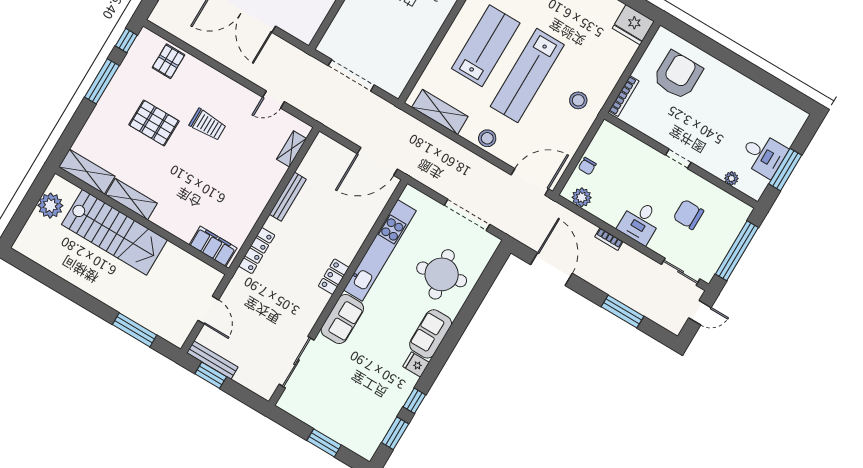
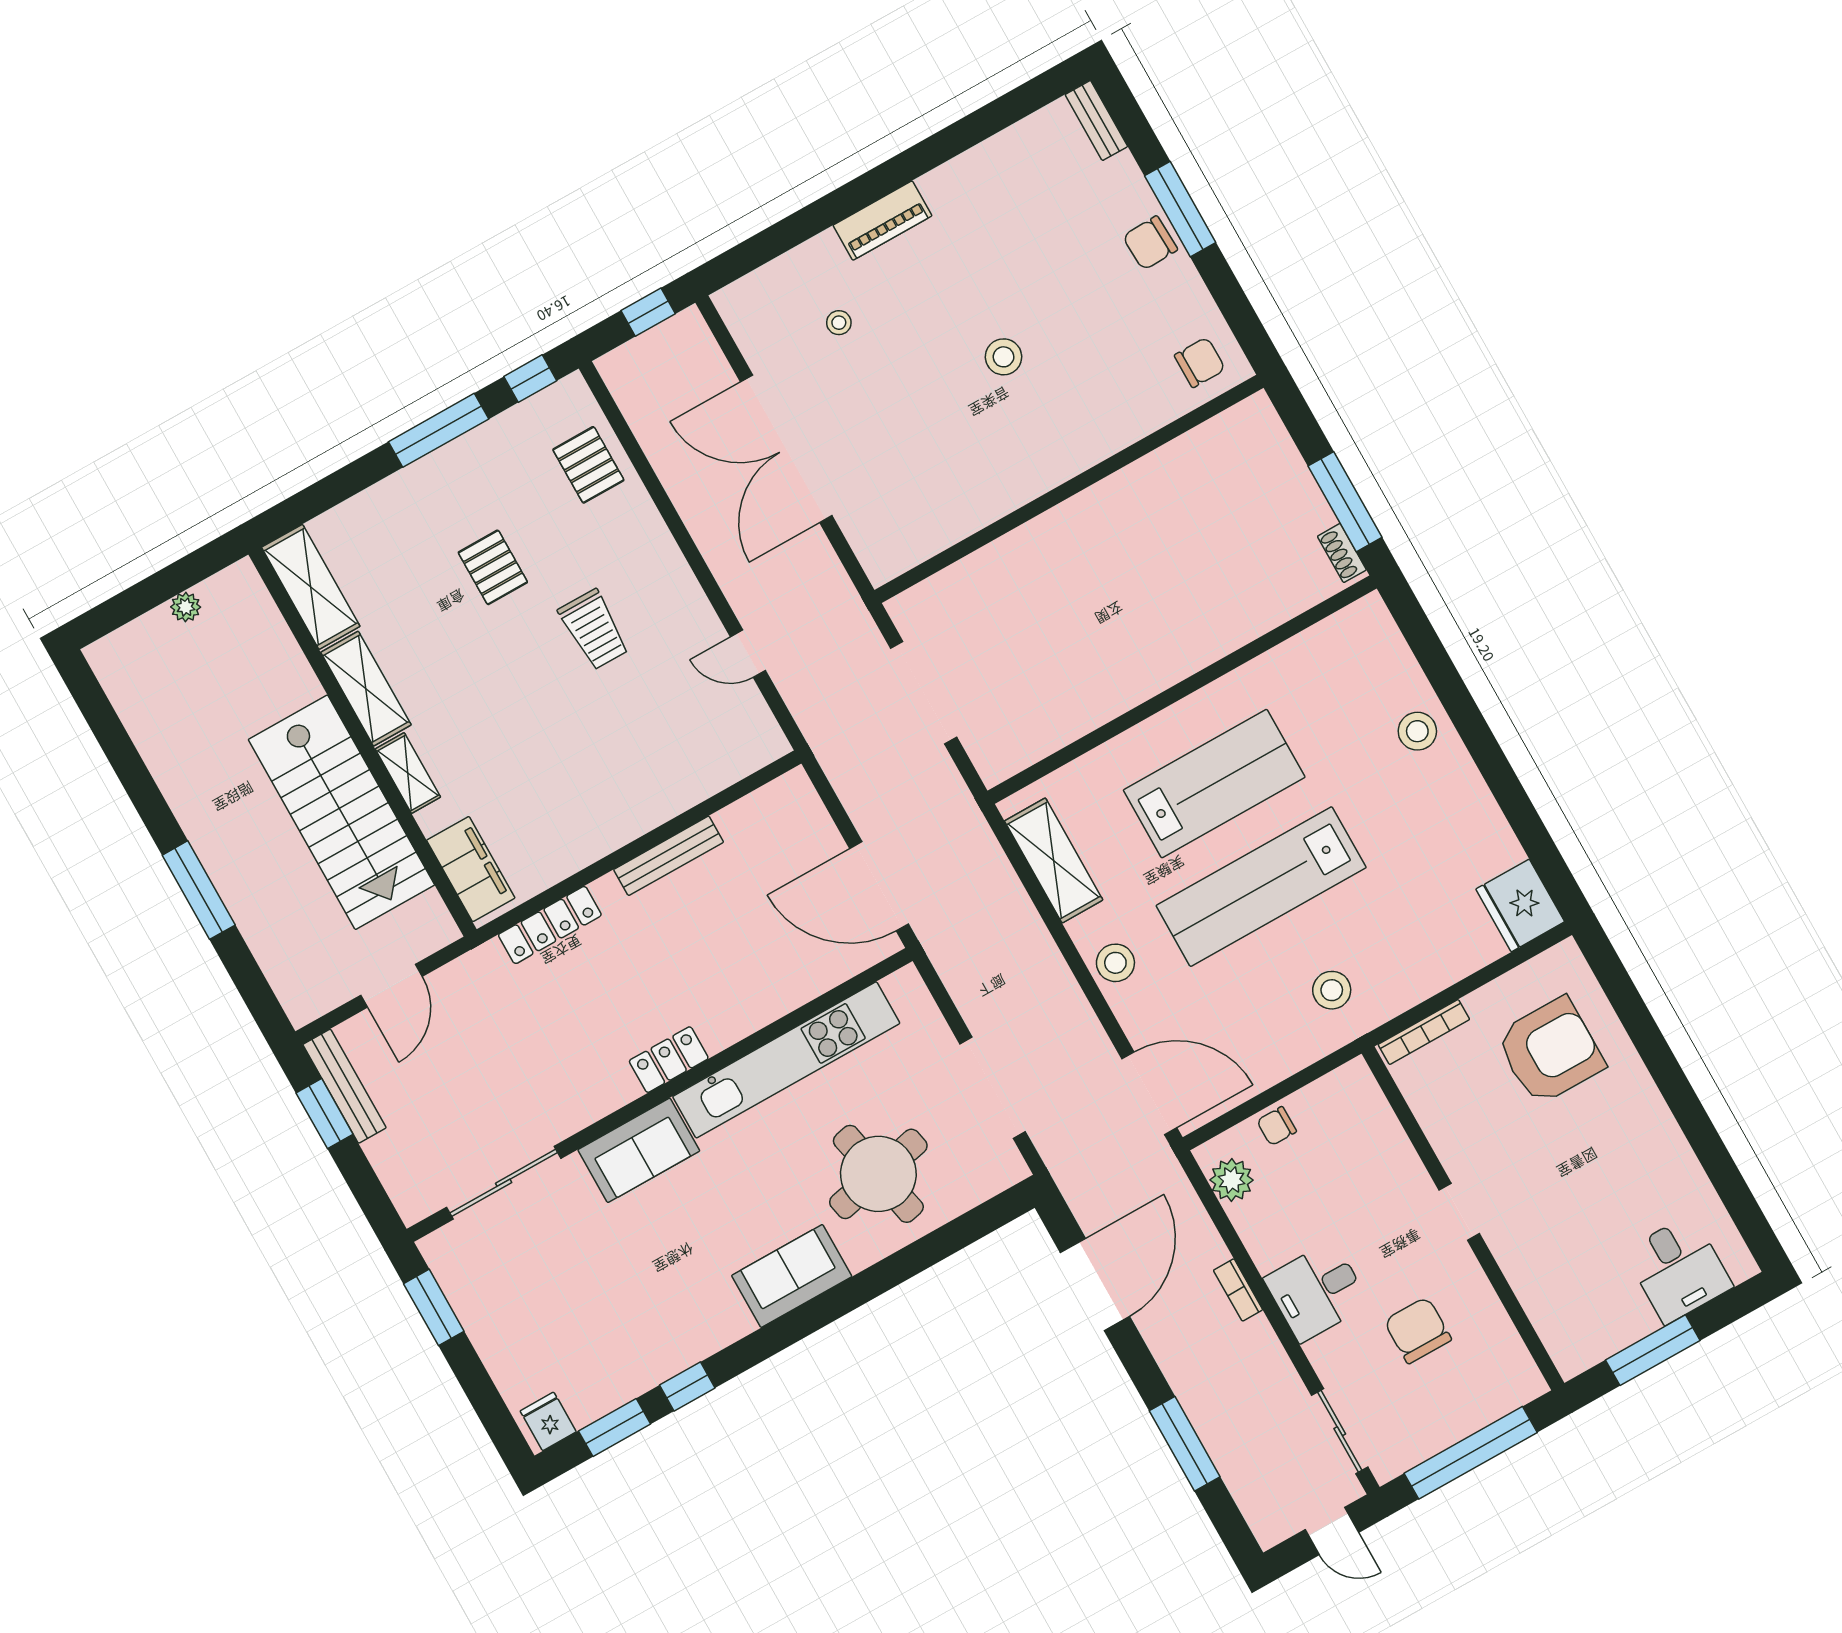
pallet: (168, 61) -> (588, 465), turned 90
pallet: (154, 123) -> (493, 567), width x0.67, depth x0.71
shelving: (292, 149) -> (408, 773), moved, turned 90
desk: (763, 155) -> (1678, 1269), moved
plant: (731, 178) -> (1540, 1308), removed
plant: (50, 206) -> (186, 607), width x0.53, depth x0.53
stairs: (114, 232) -> (341, 812), moved
window: (135, 330) -> (199, 890), moved
fridge: (416, 365) -> (548, 1421), moved
window: (324, 443) -> (434, 1307), moved

